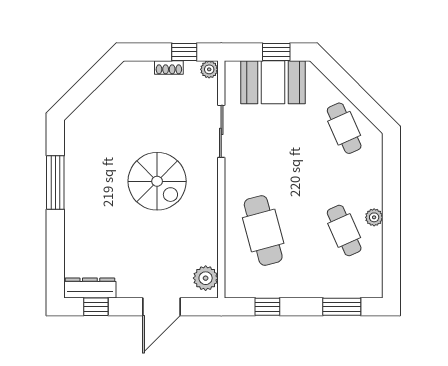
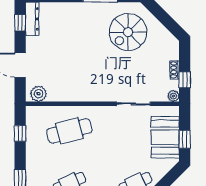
spiral stairs: (157, 181) -> (128, 32), moved

